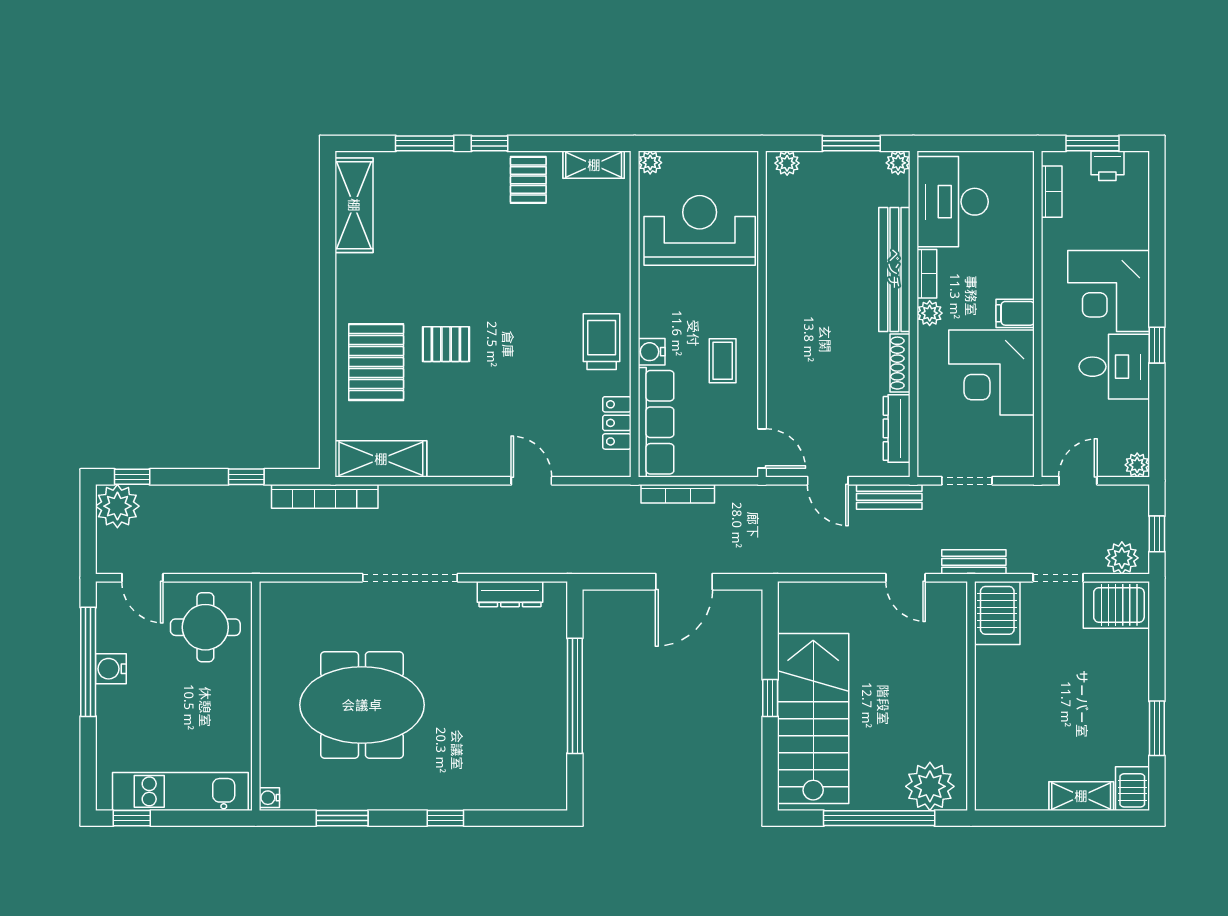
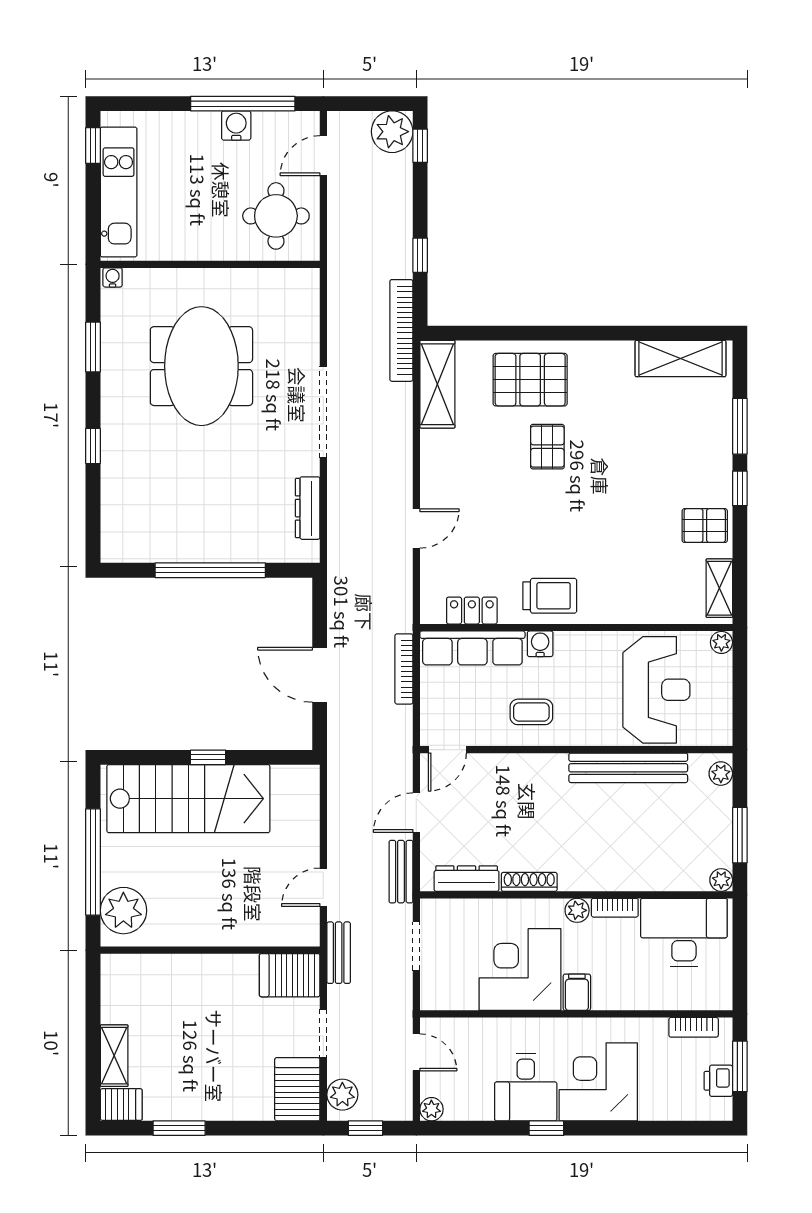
bench: (894, 269) -> (628, 768), moved

